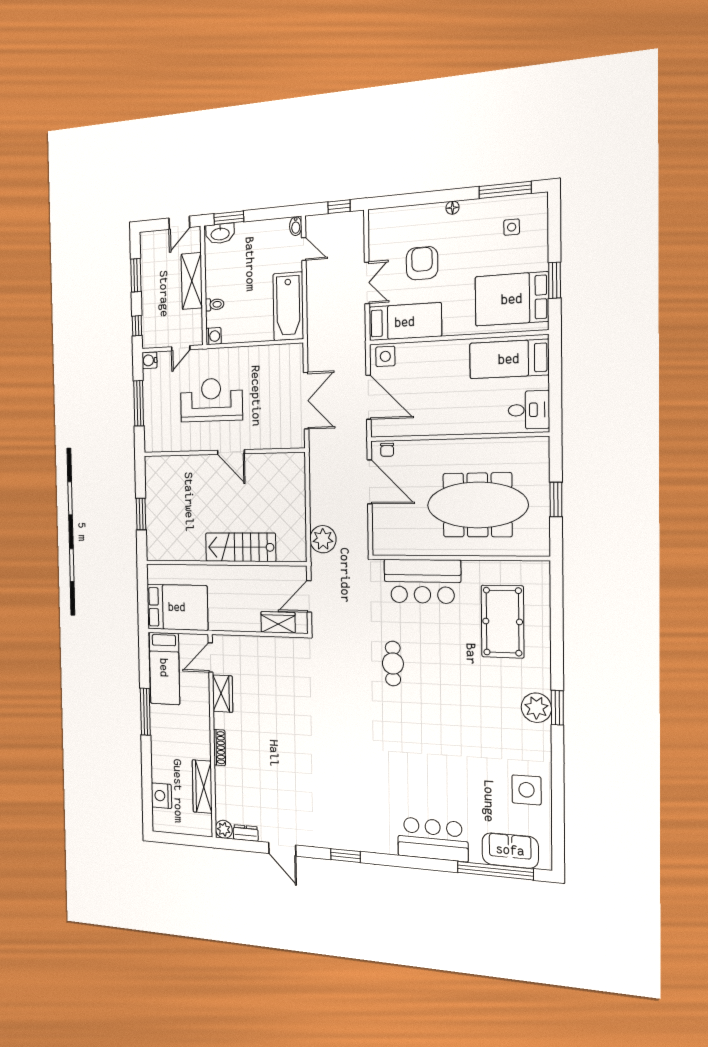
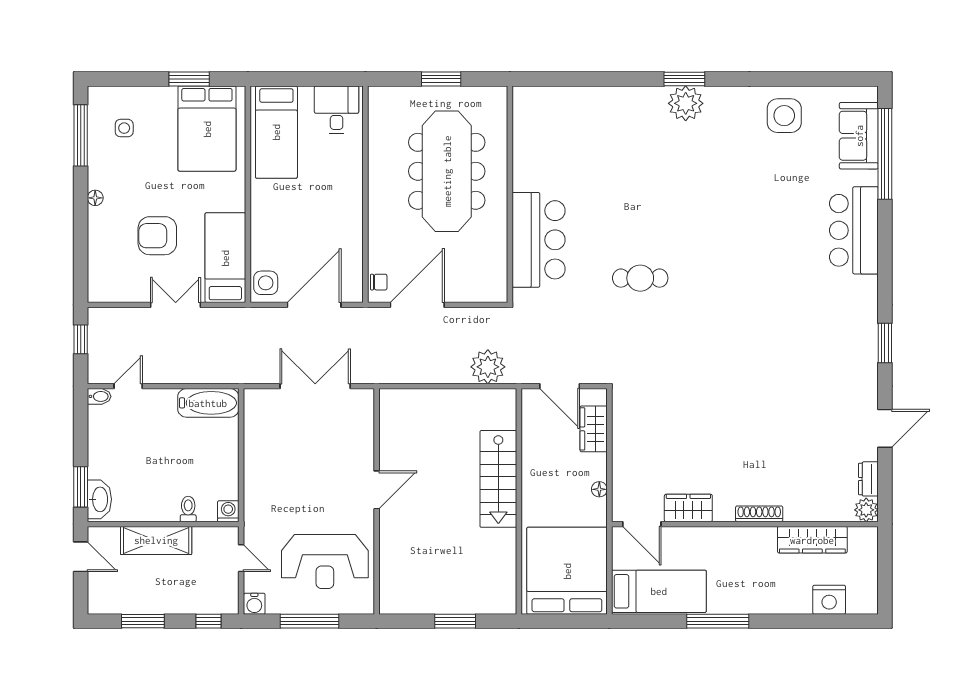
bathtub: (288, 306) -> (208, 403), width x0.73, depth x0.73
reception desk: (211, 400) -> (325, 561), moved, turned -90
bed: (177, 607) -> (567, 571), width x1.36
pool table: (503, 622) -> (585, 142), removed
floor lamp: (235, 626) -> (599, 489), added

